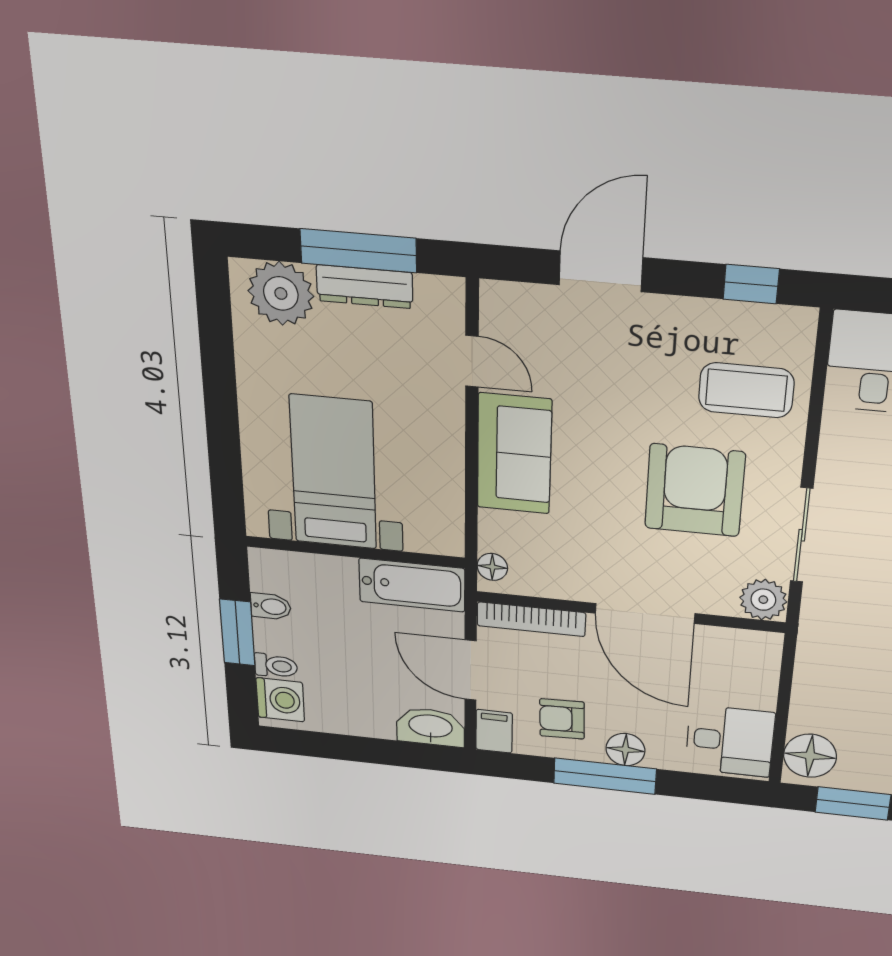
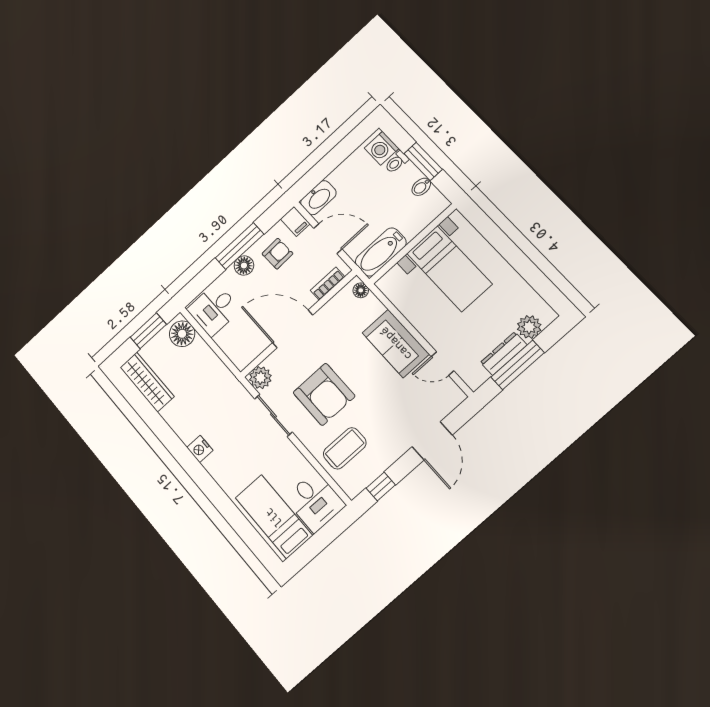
plant: (281, 293) -> (529, 327), width x0.73, depth x0.73
bookcase: (531, 619) -> (328, 284), width x0.64

